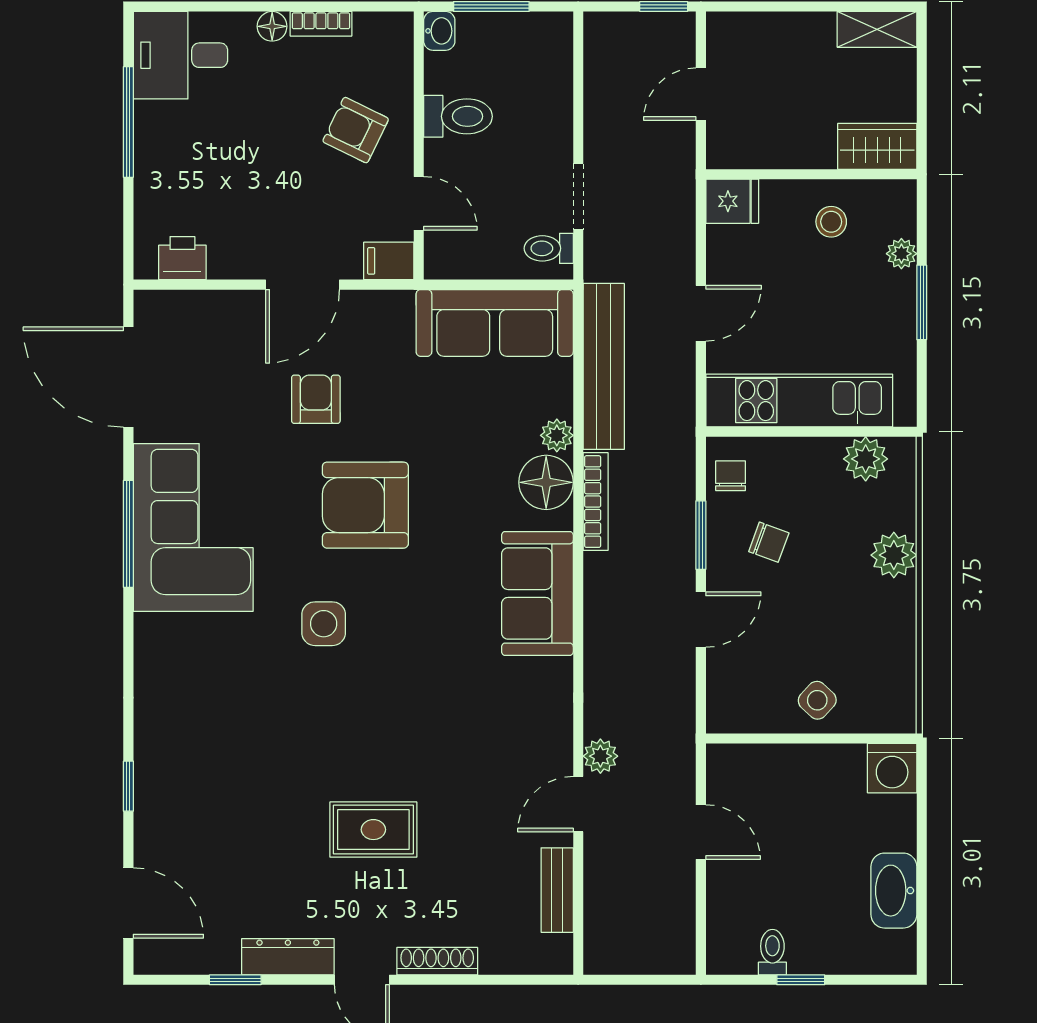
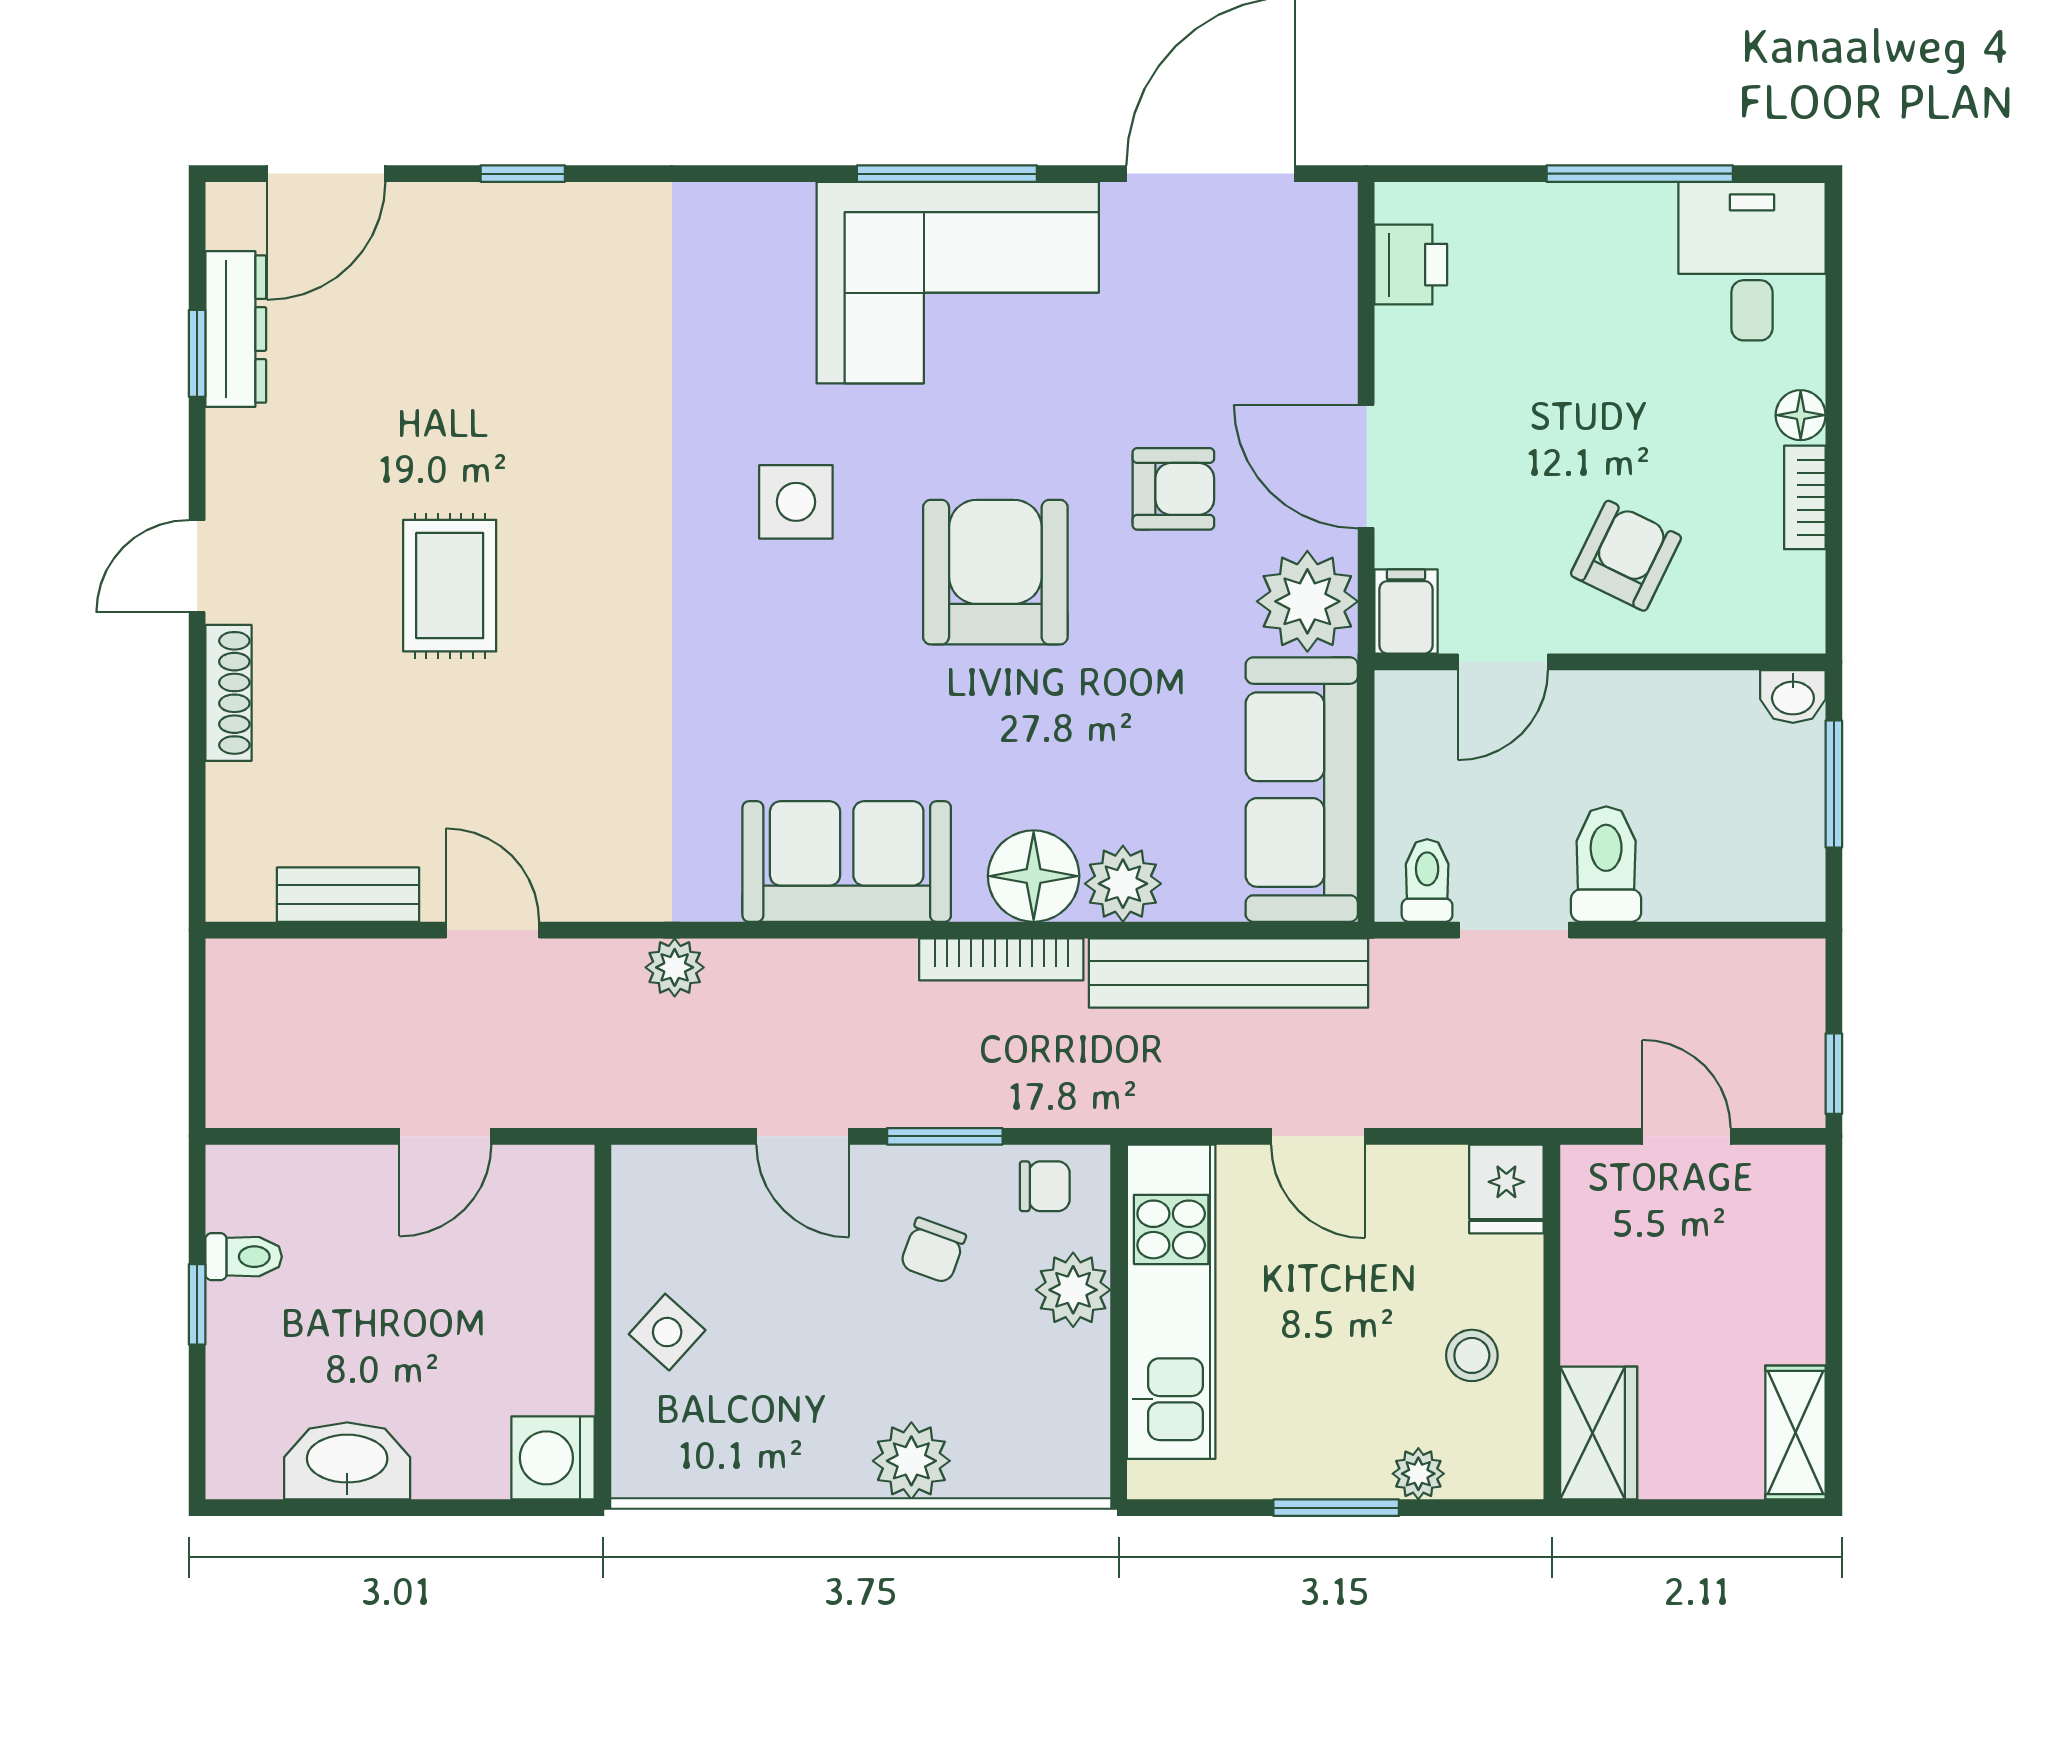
toilet: (458, 116) -> (1606, 864), moved, turned 180
plant: (383, 320) -> (1307, 601), added
plant: (557, 435) -> (1123, 884), width x1.38, depth x1.38
plant: (866, 459) -> (1073, 1290), moved
plant: (600, 756) -> (675, 967), moved
dresser: (288, 957) -> (236, 329), moved

